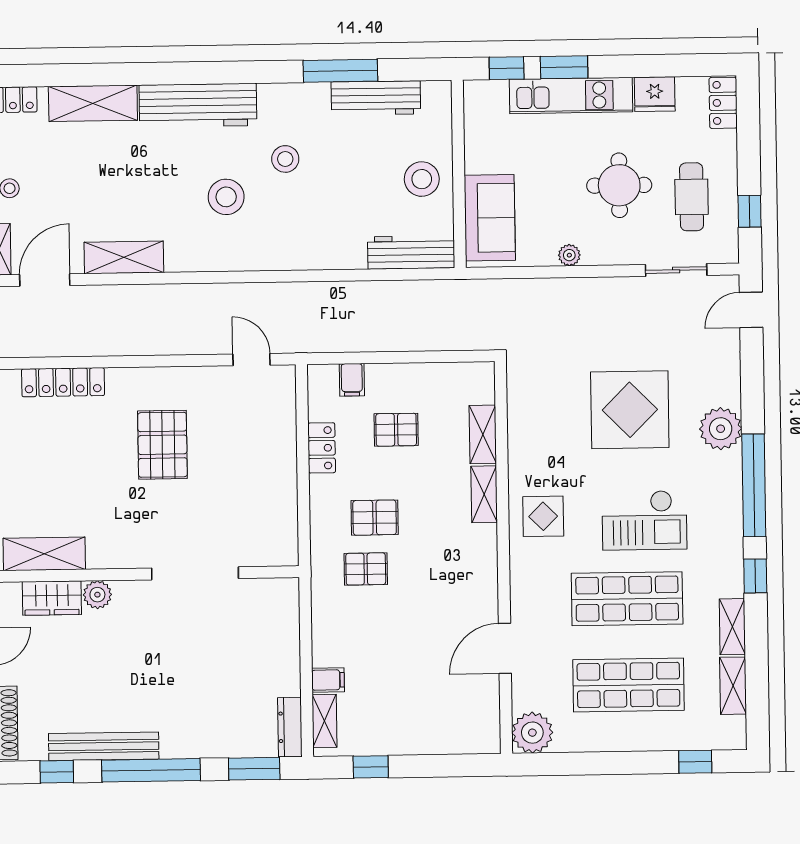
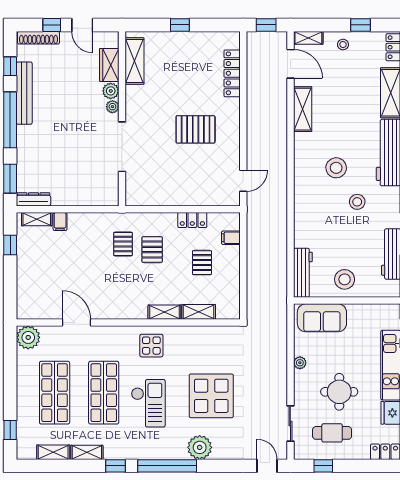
checkout: (645, 520) -> (148, 403), turned 180
plant: (125, 591) -> (112, 107), added

